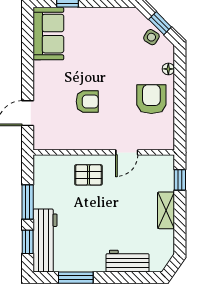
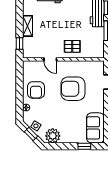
plant: (122, 20) -> (53, 136), added
armchair: (87, 101) -> (73, 89), width x1.88, depth x1.88
door: (127, 152) -> (50, 59), swing flipped

